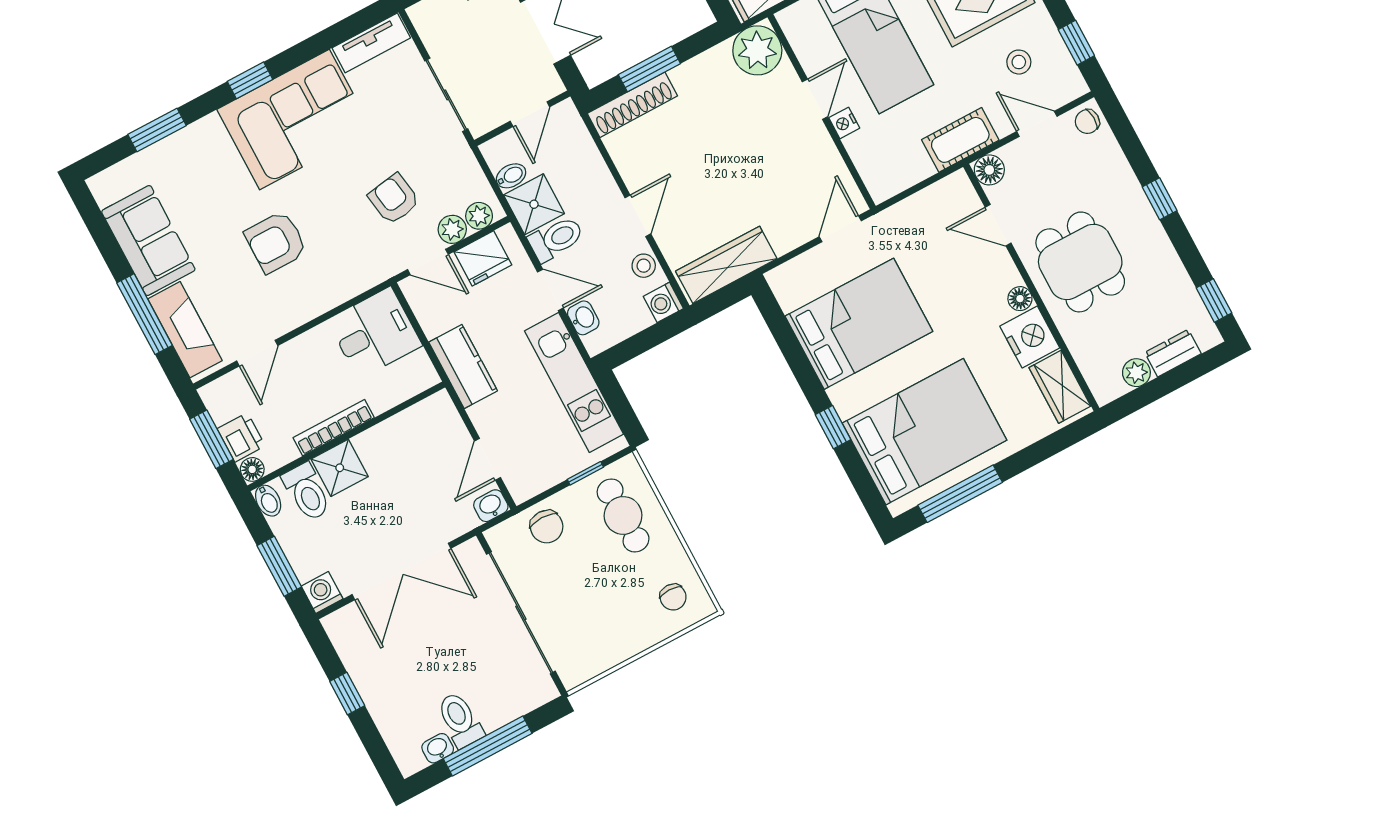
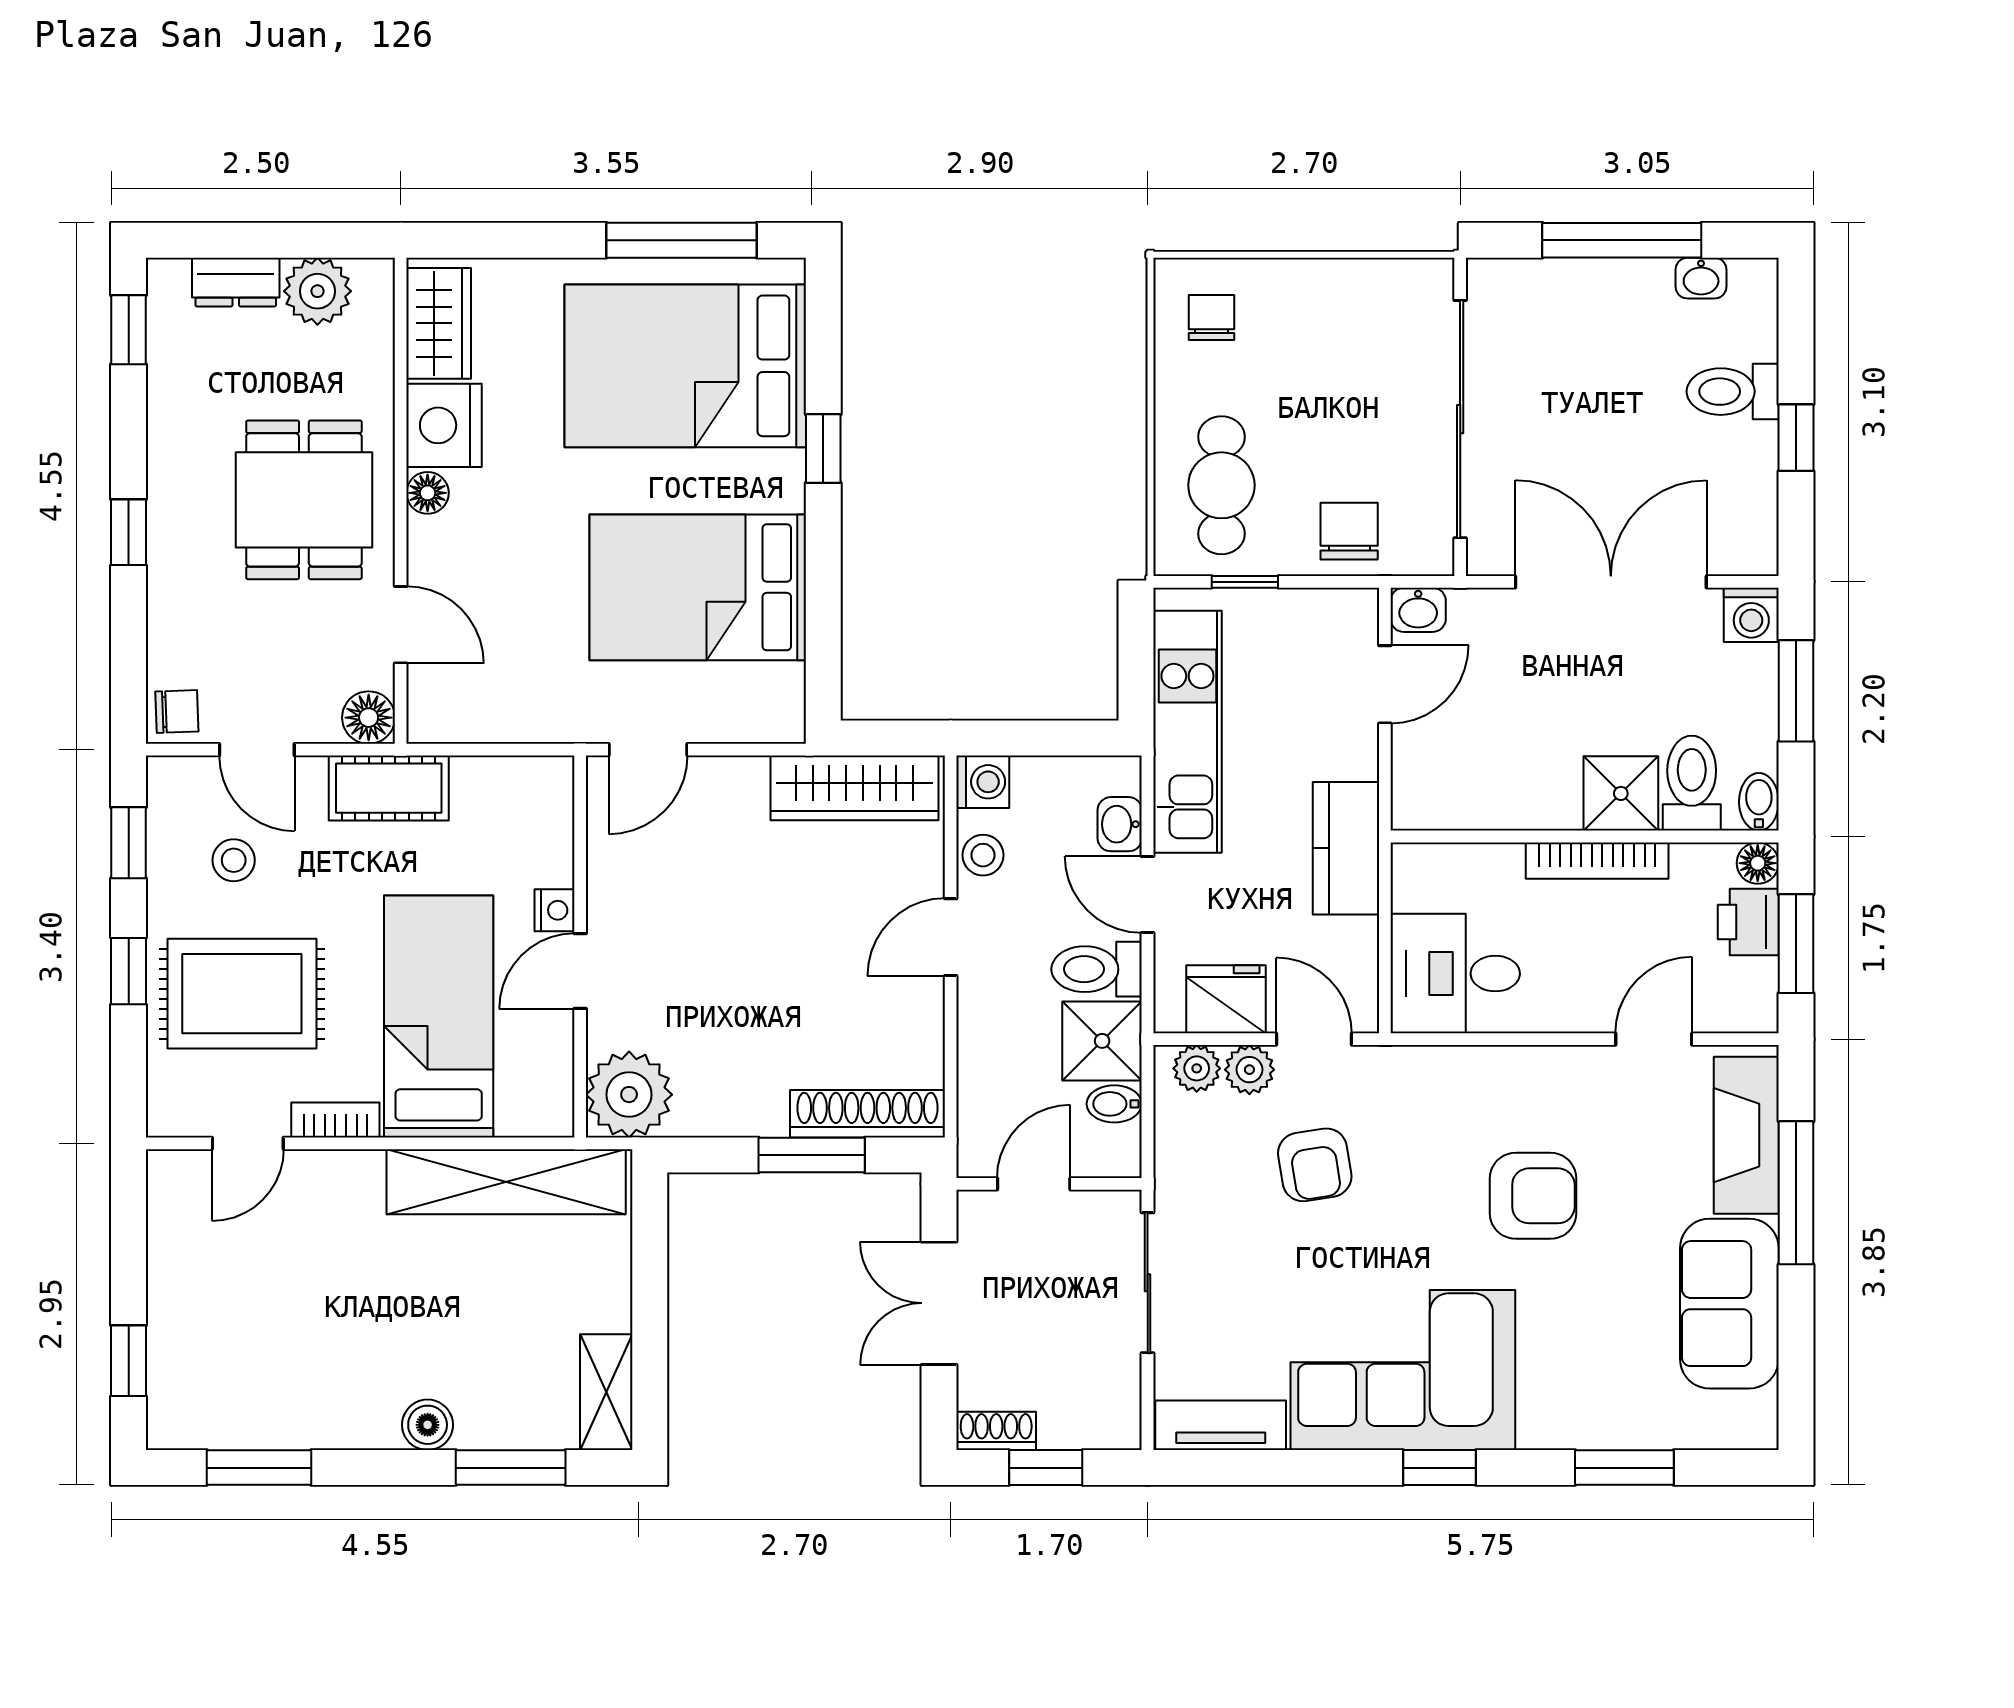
plant: (1136, 373) -> (317, 291), width x1.38, depth x1.38
toilet: (460, 720) -> (1733, 392), moved, turned 90

